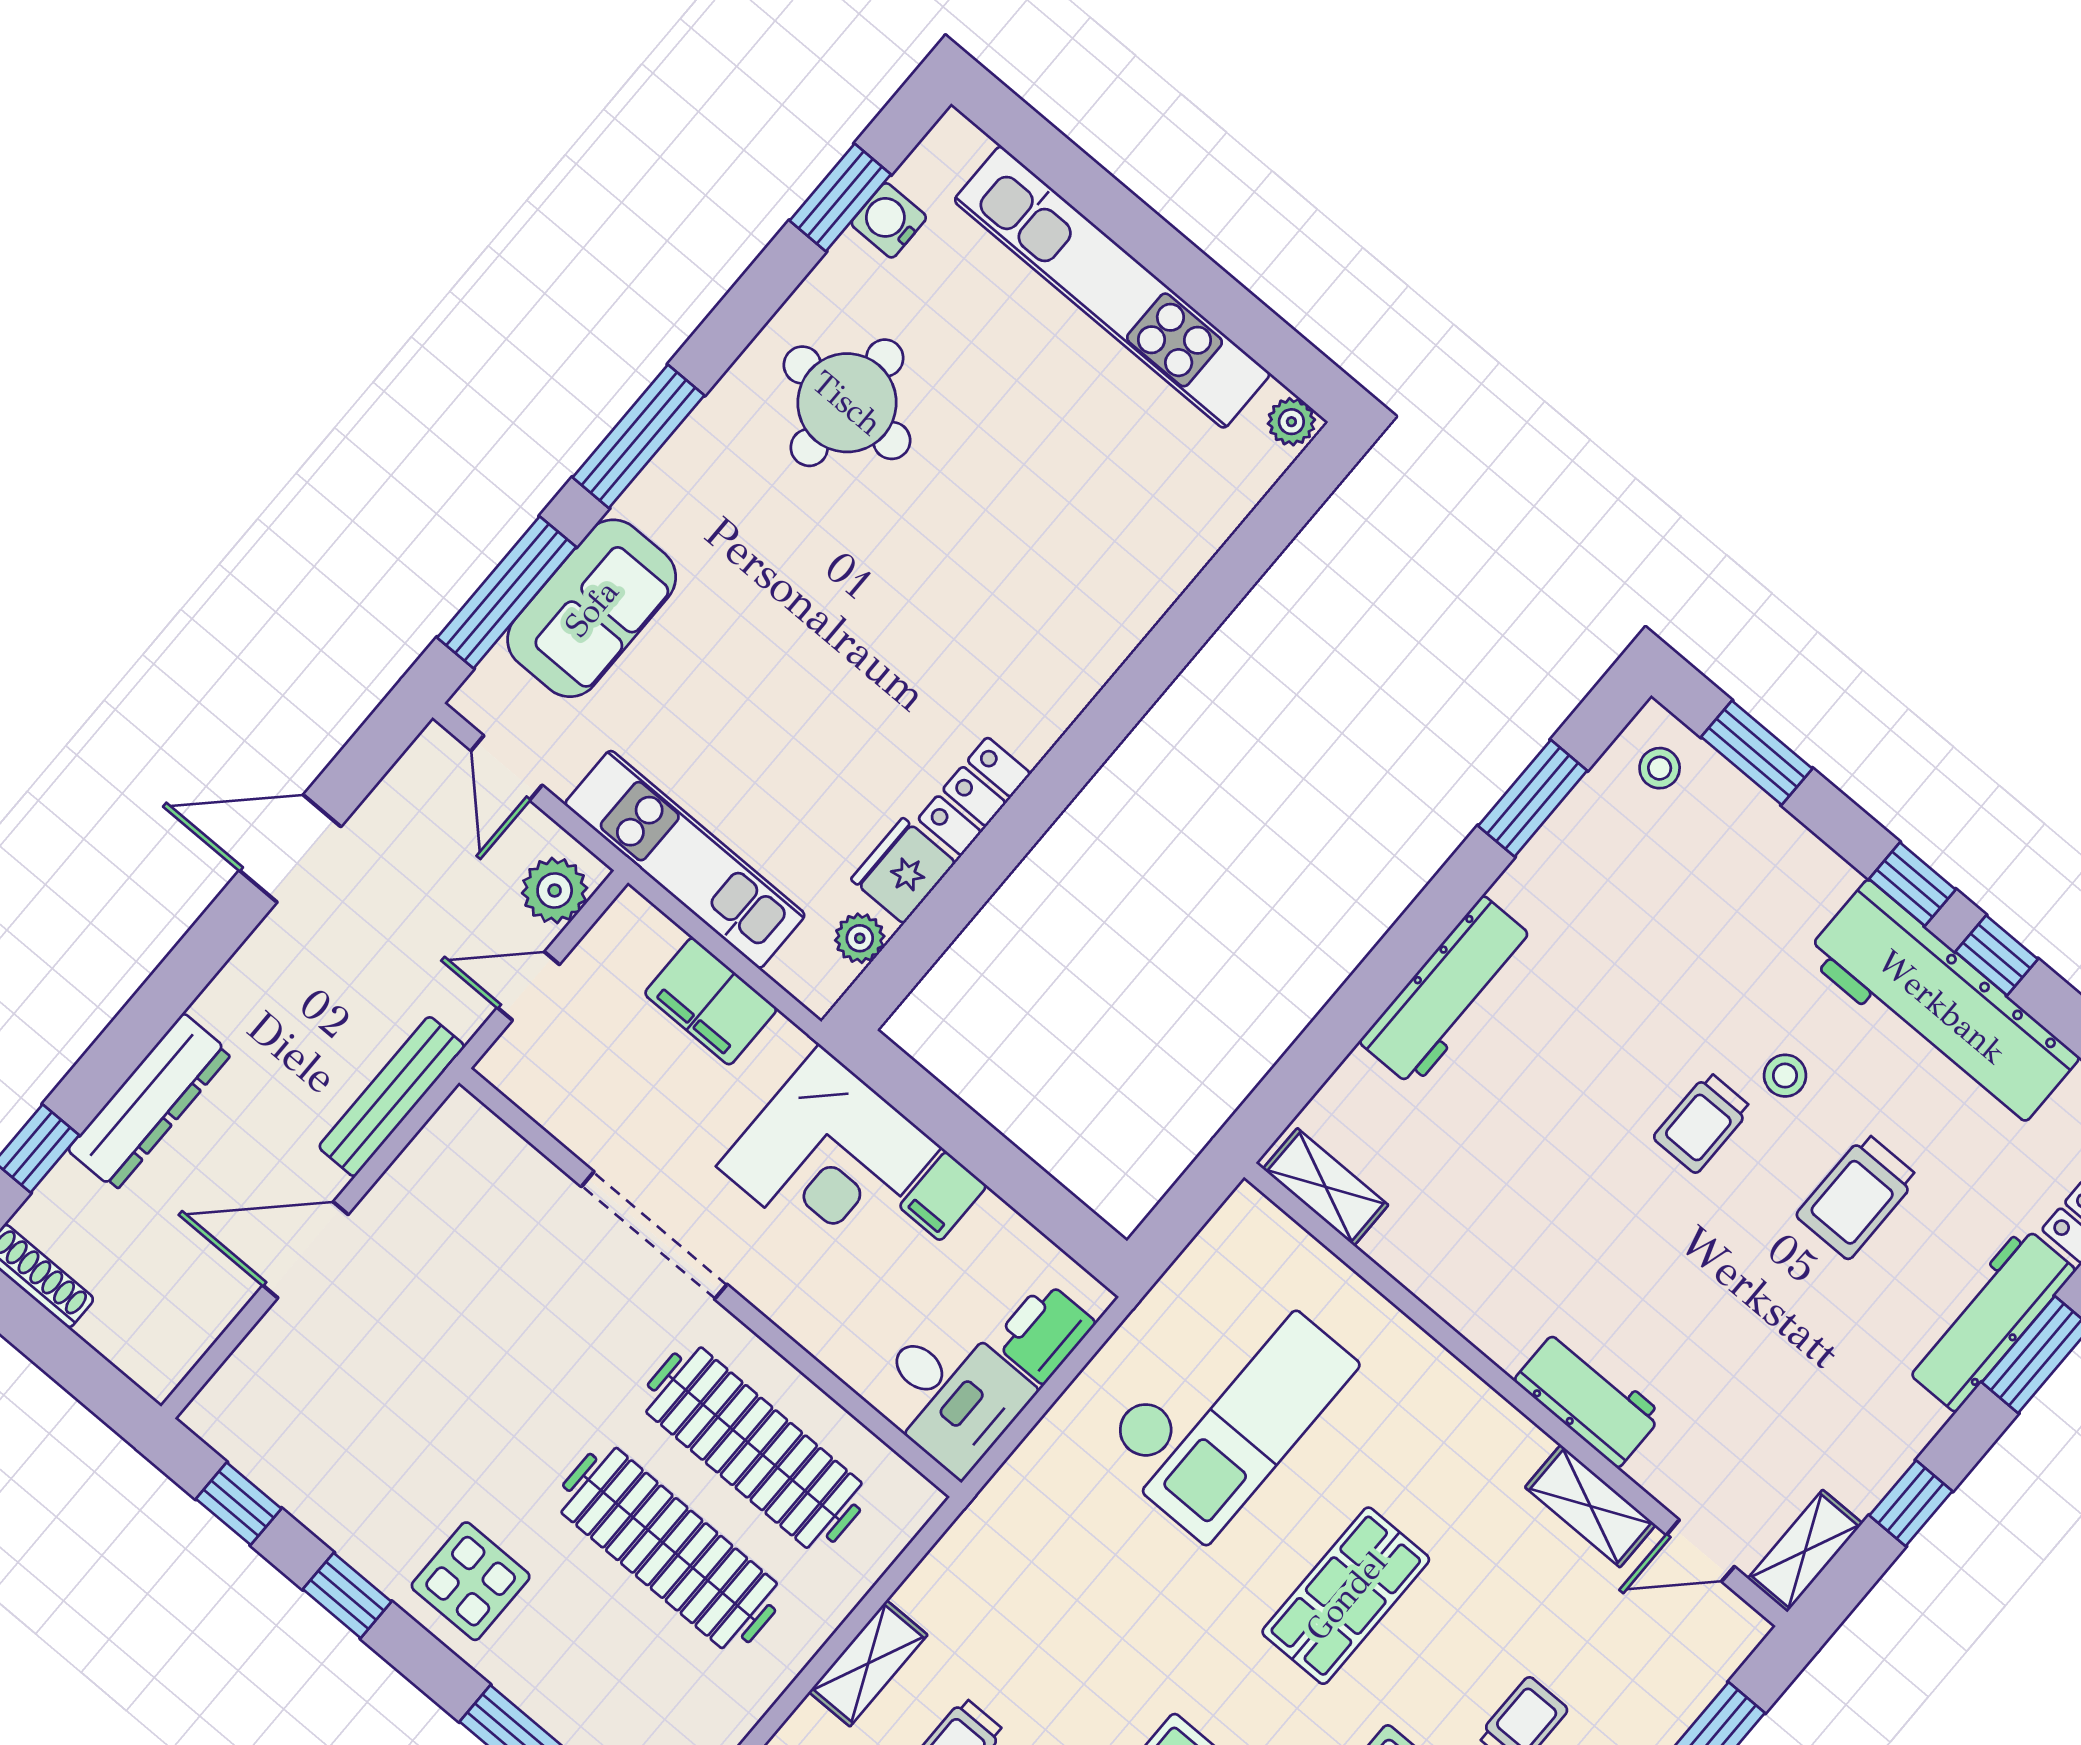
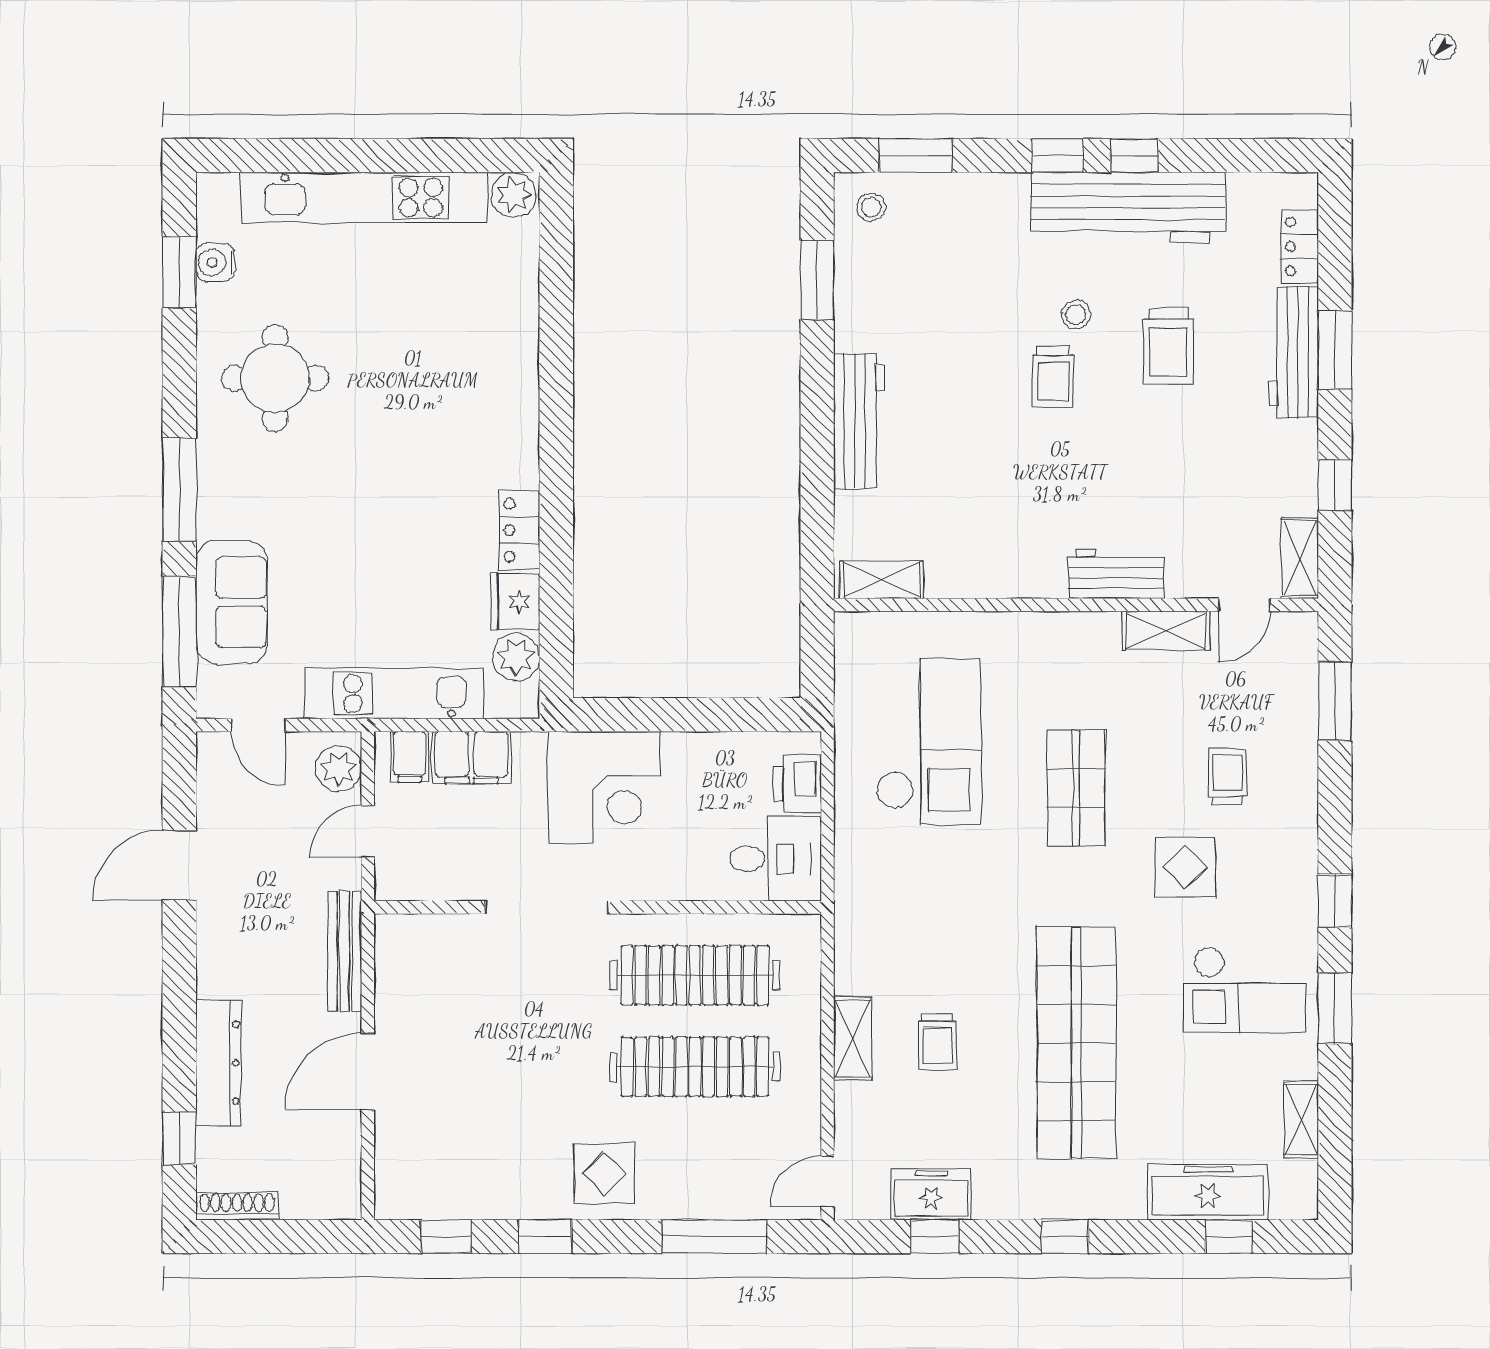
plant: (1291, 422) -> (514, 195), width x1.38, depth x1.38
plant: (860, 938) -> (516, 657), width x1.38, depth x1.38
filing cabinet: (943, 1196) -> (410, 757), moved

